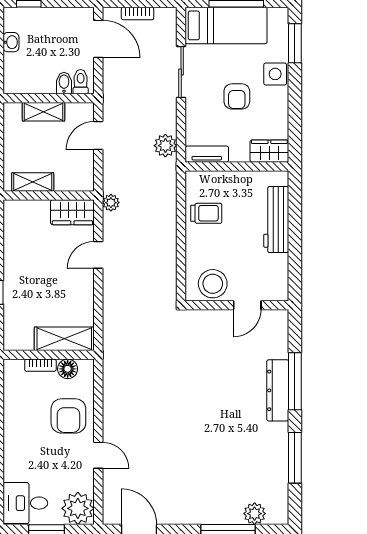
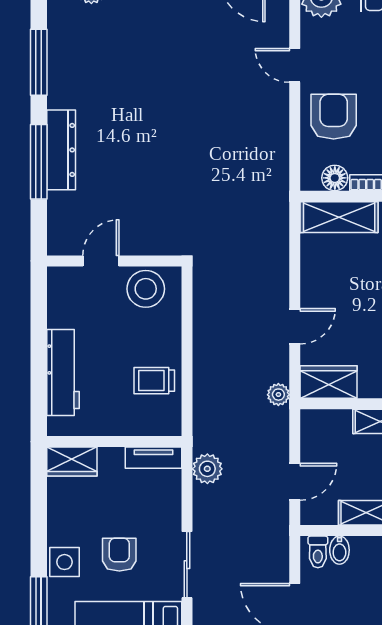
armchair: (237, 96) -> (119, 555), moved

